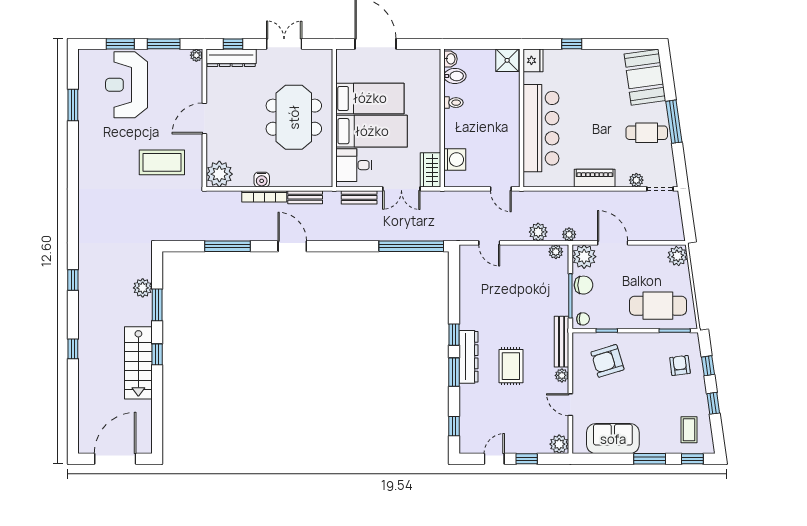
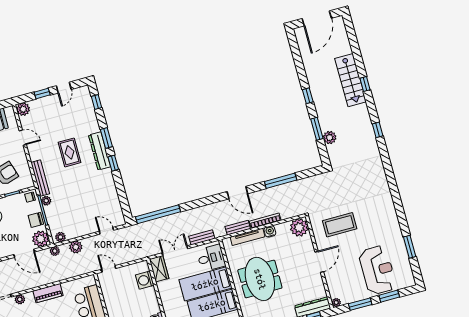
tv unit: (295, 181) -> (248, 237), added
stairs: (138, 363) -> (351, 80), moved, turned 180
plant: (562, 375) -> (46, 201), moved

